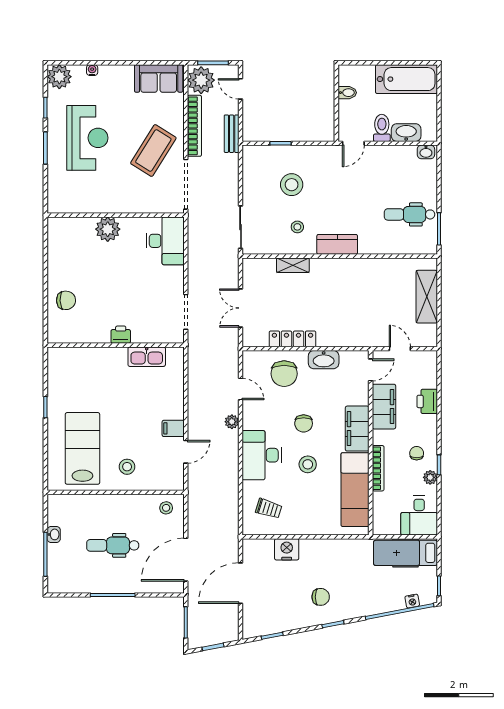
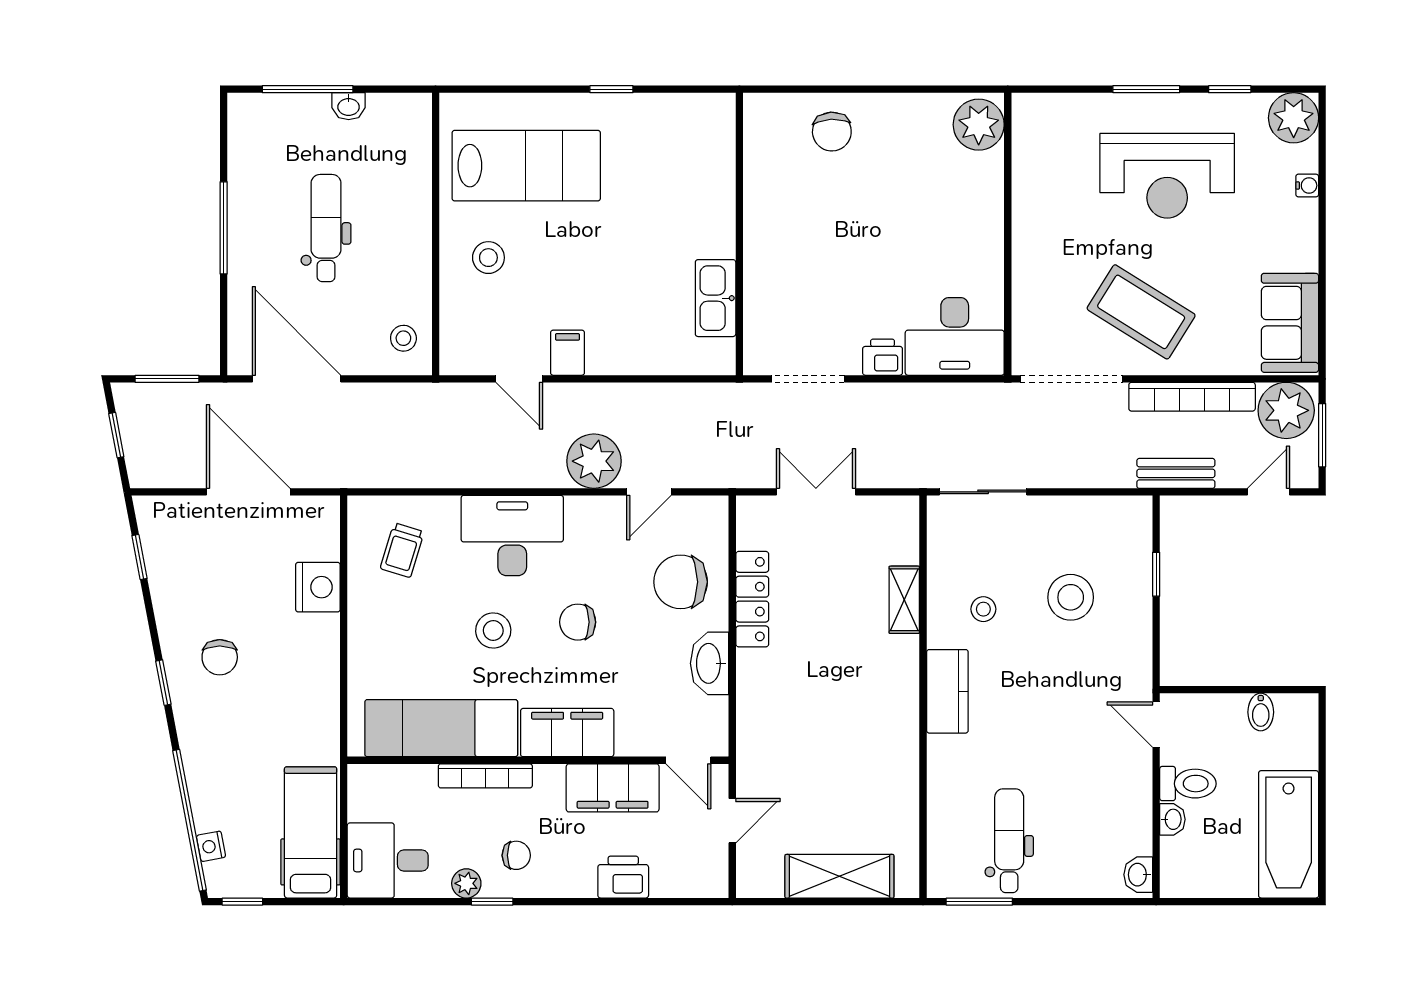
washbasin: (406, 133) -> (1172, 819), width x0.52, depth x0.69
plant: (108, 229) -> (979, 125), moved
printer: (121, 335) -> (883, 357), moved, turned -90
plant: (232, 422) -> (594, 461), width x1.88, depth x1.88

